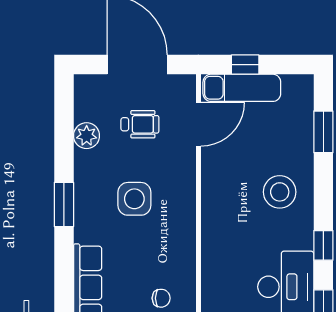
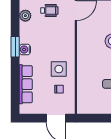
side table: (134, 199) -> (59, 69), moved
water cooler: (86, 211) -> (25, 49), added

